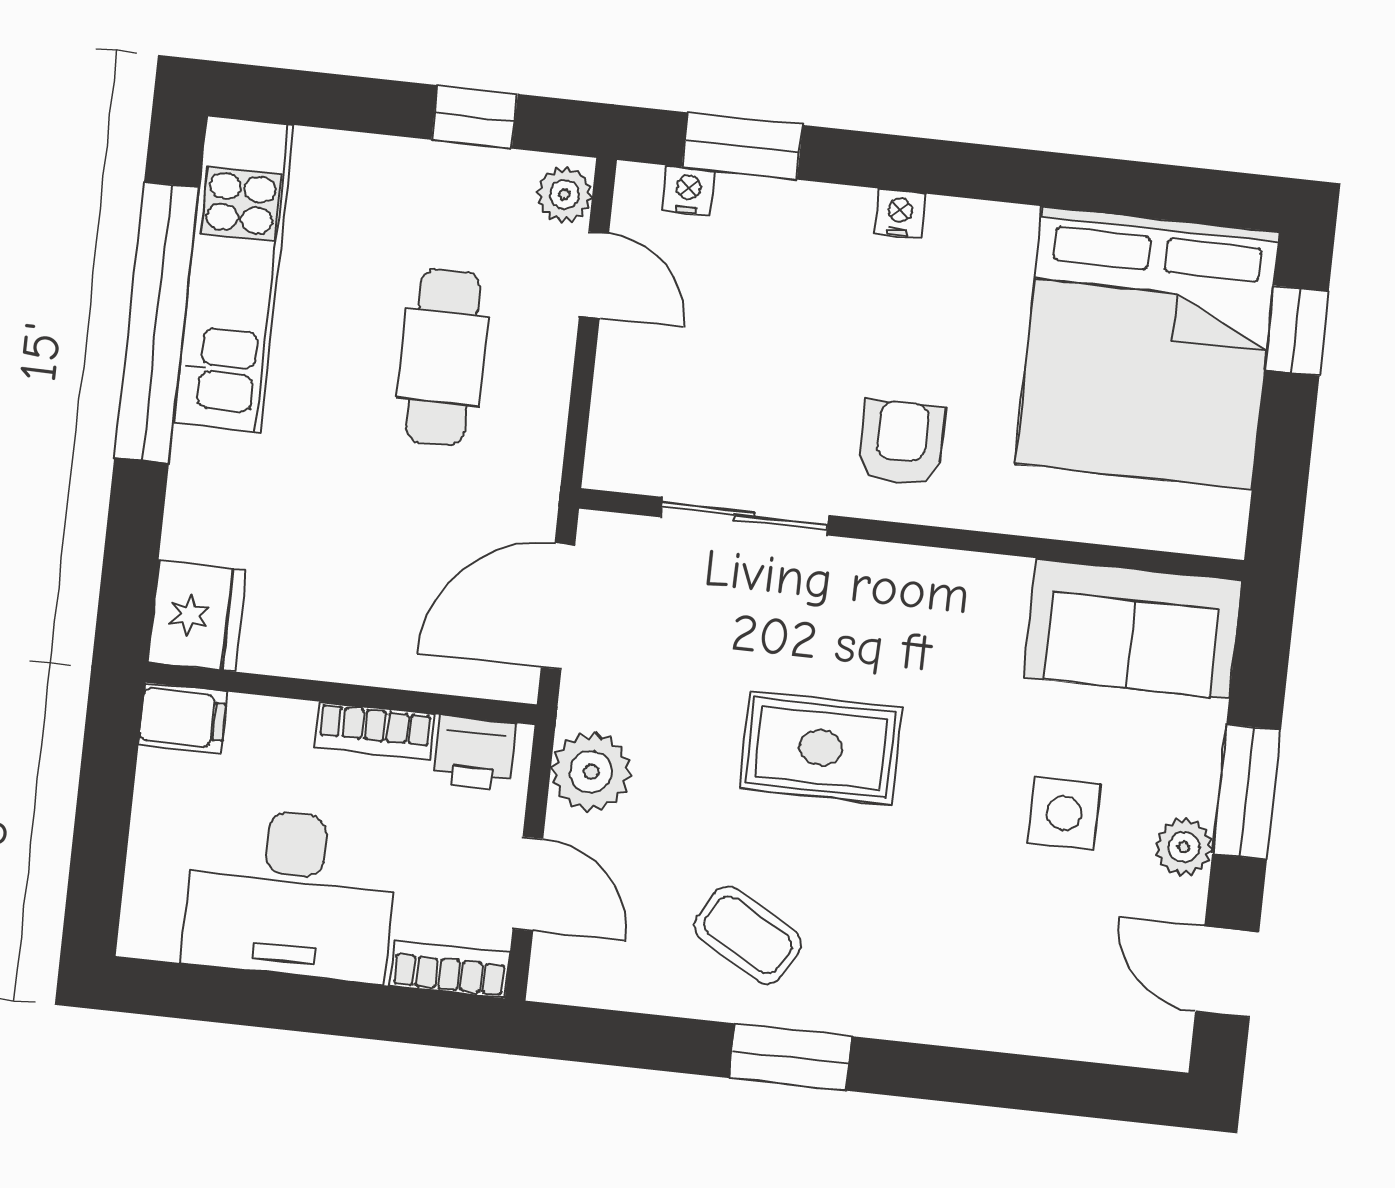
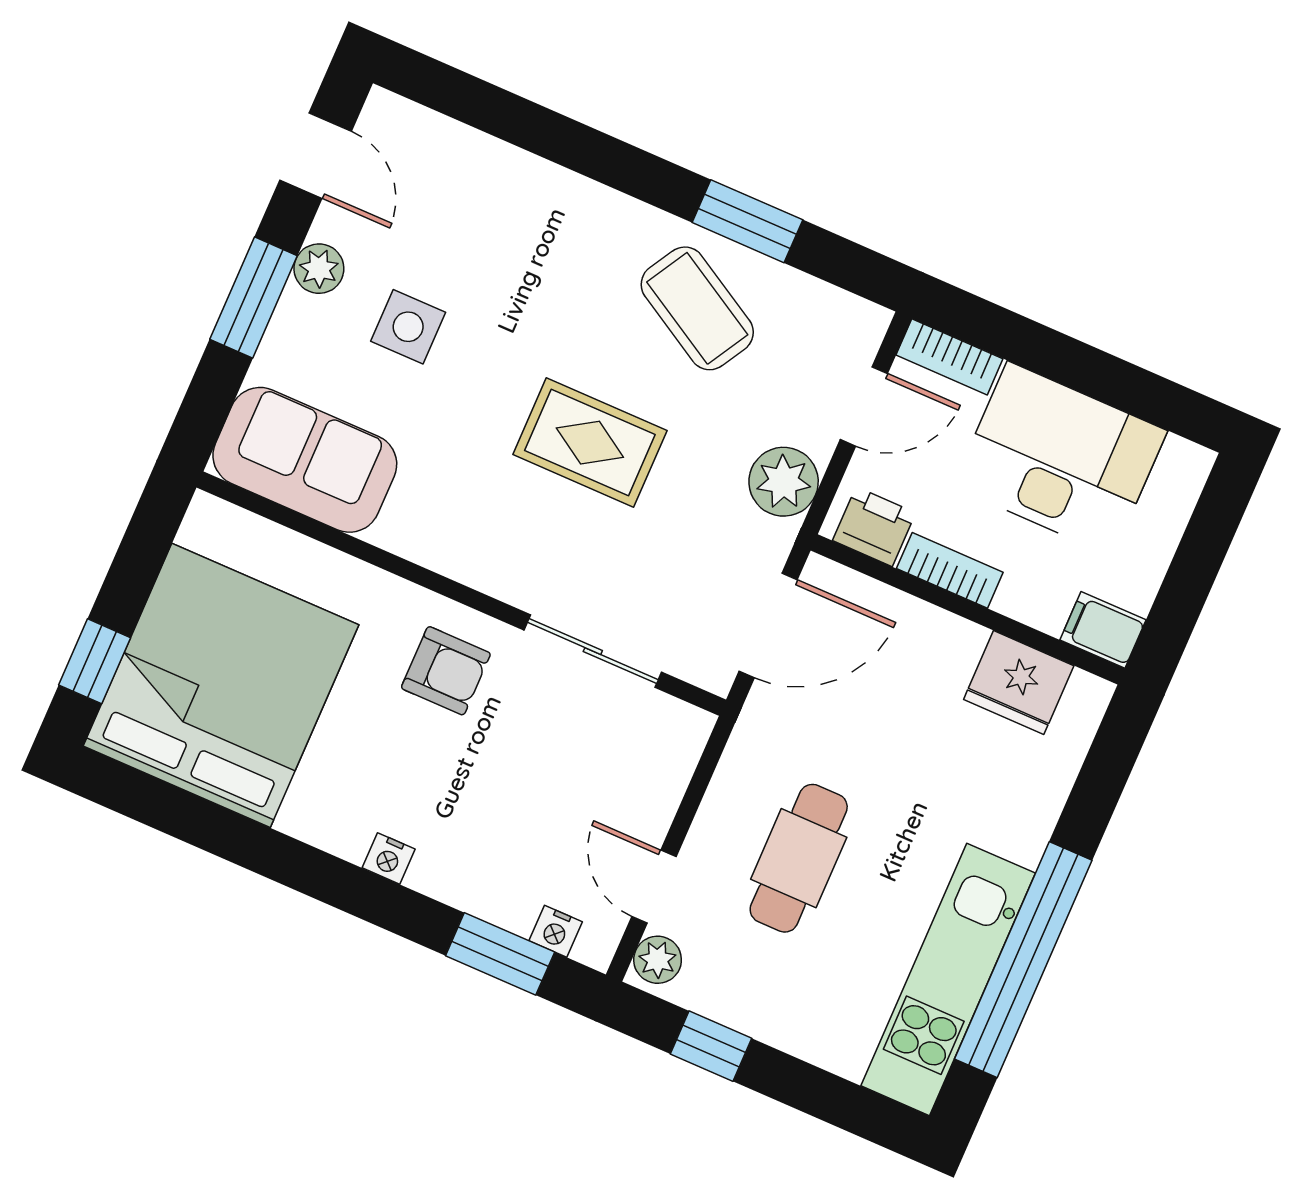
armchair: (902, 443) -> (446, 671), turned -90
fridge: (197, 616) -> (1019, 683), moved, turned -90
door: (528, 884) -> (864, 406), swing flipped
coffee table: (748, 935) -> (697, 308), width x1.36, depth x1.30
window: (790, 1057) -> (747, 221), moved

